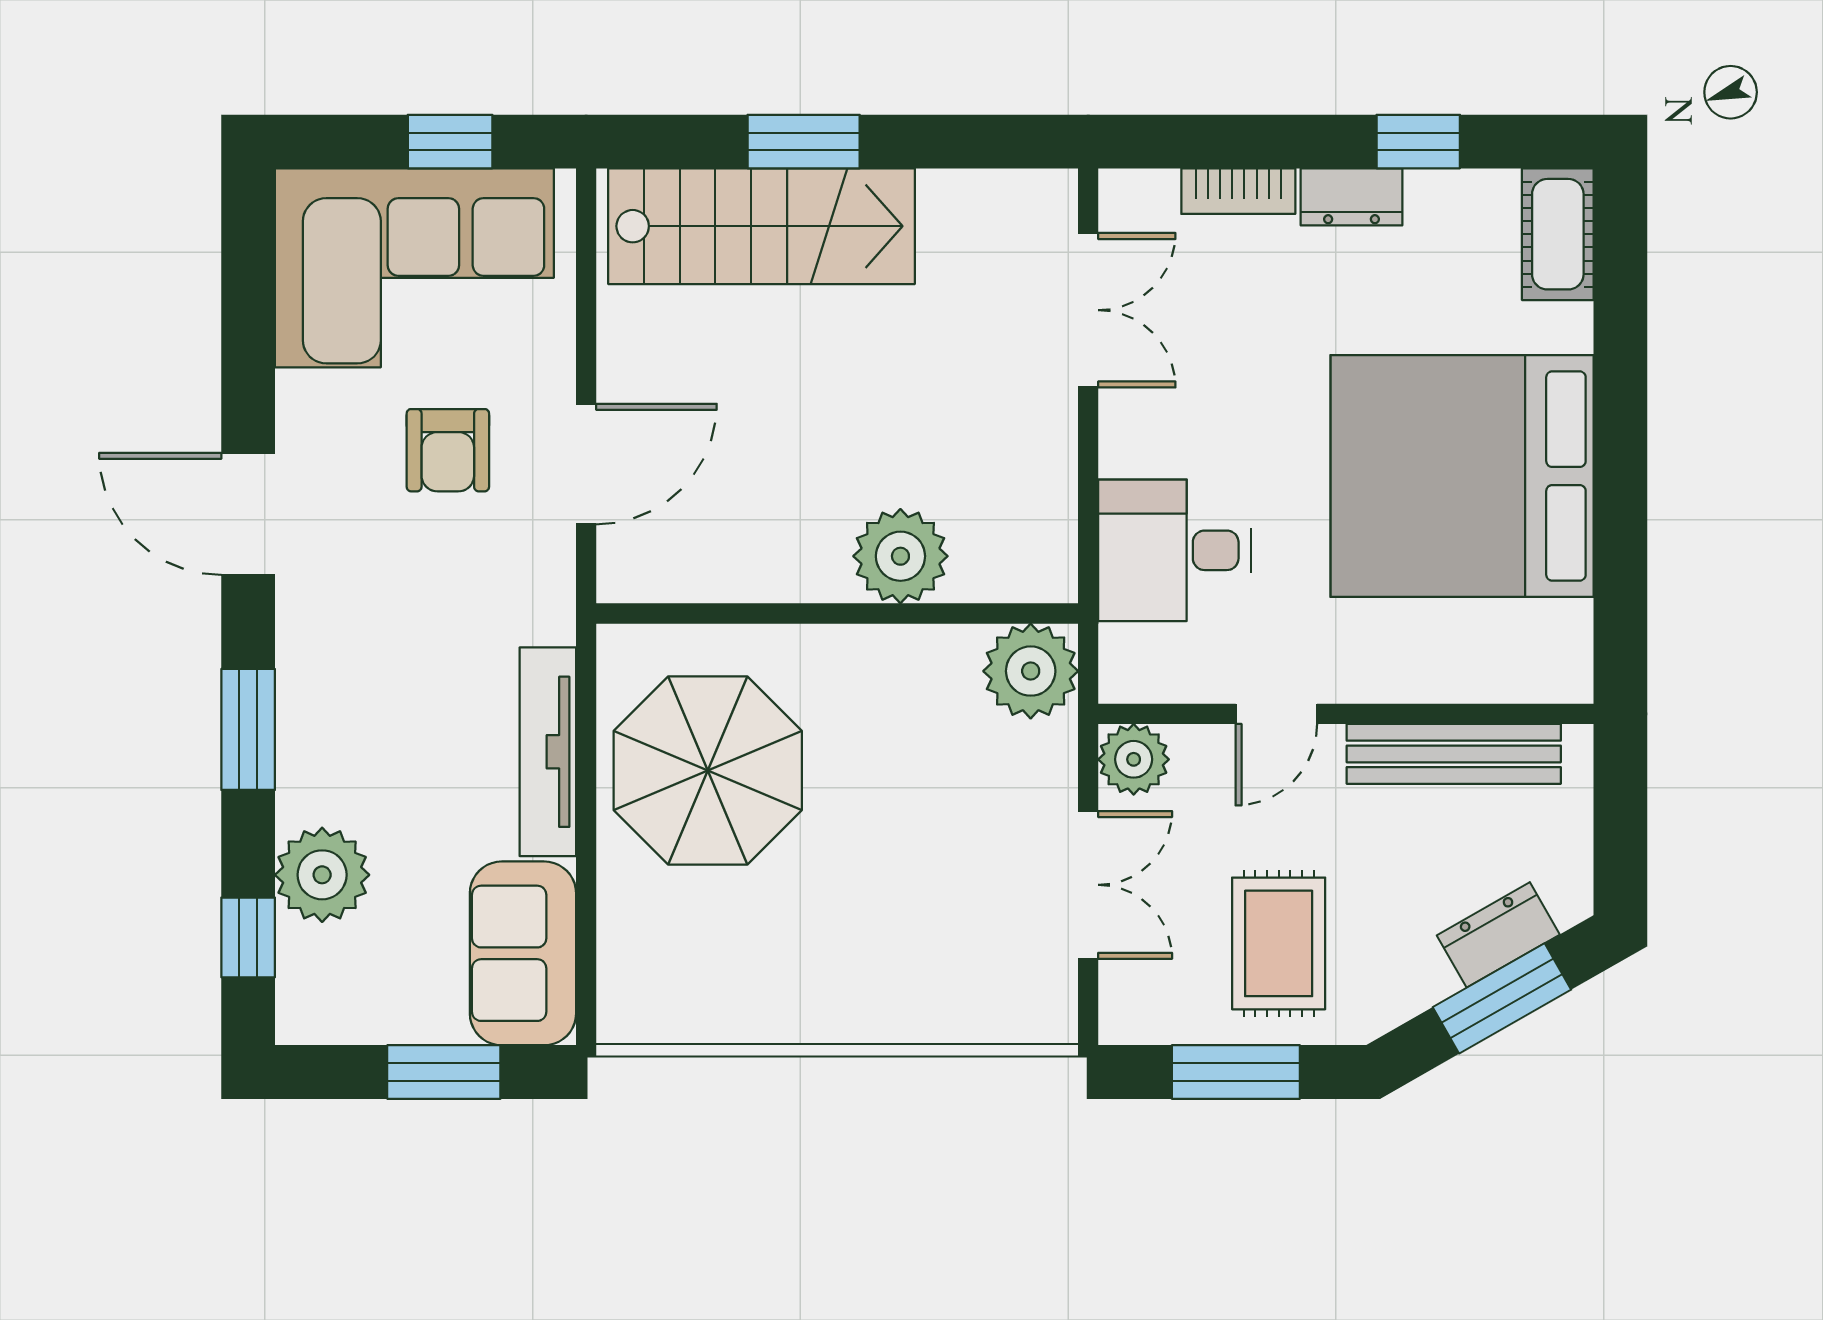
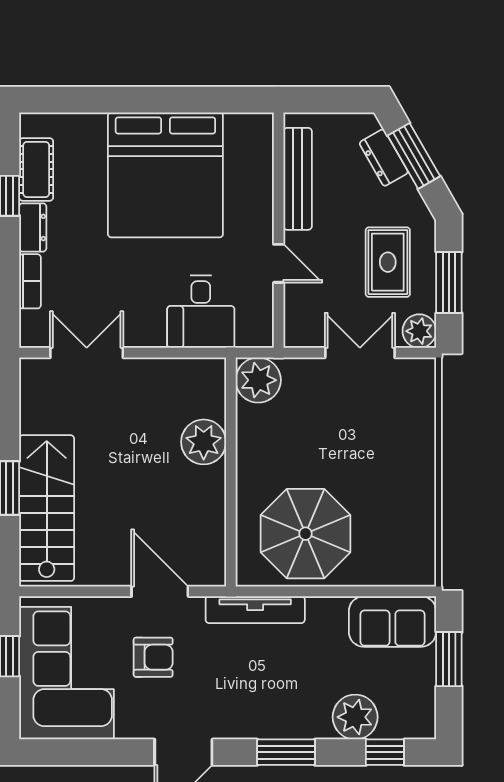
cot: (1558, 234) -> (36, 169), moved, turned 90
tv unit: (548, 752) -> (255, 610), moved
plant: (1134, 759) -> (419, 331), moved
rug: (1279, 943) -> (388, 262), turned 90

